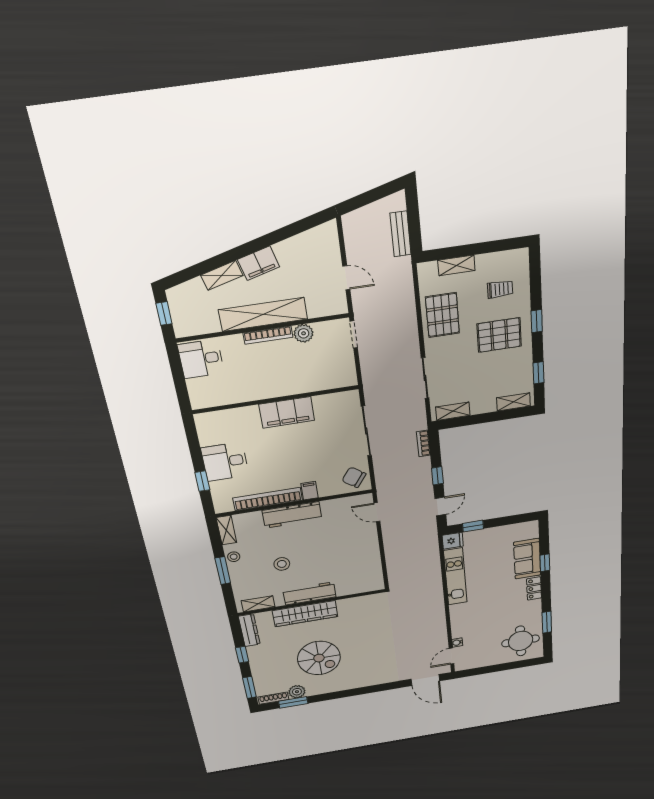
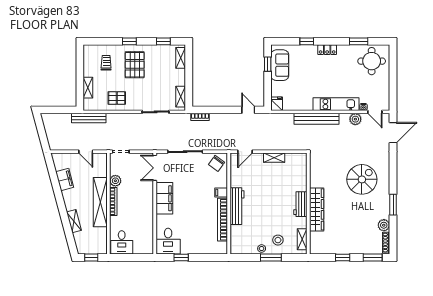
bench: (401, 234) -> (89, 118), moved, width x1.36
filing cabinet: (258, 263) -> (65, 180), moved
door: (346, 278) -> (86, 152), swing flipped
pallet: (442, 315) -> (117, 98), width x0.67, depth x0.71
double door: (334, 391) -> (155, 168), added
desk: (225, 462) -> (168, 241), moved
window: (437, 476) -> (225, 110), removed
window: (202, 481) -> (181, 257), moved
window: (473, 526) -> (268, 64), moved
shelving: (226, 530) -> (274, 158), moved
sofa: (527, 559) -> (280, 65), moved, turned -90
stool: (282, 564) -> (278, 240), moved
kitchen unit: (455, 577) -> (336, 104), moved
bench: (435, 592) -> (316, 119), added
workbench: (309, 593) -> (300, 204), width x0.73
dresser: (249, 630) -> (323, 249), removed
plant: (439, 636) -> (355, 119), added
spiral stairs: (319, 658) -> (362, 179), moved
window: (293, 702) -> (393, 205), moved

